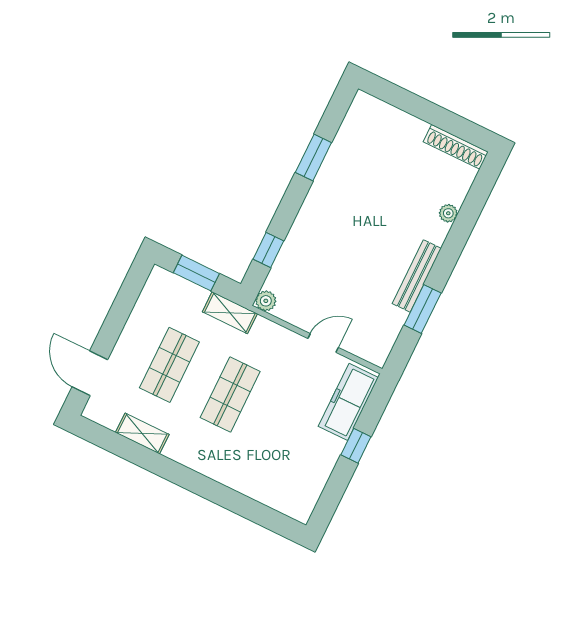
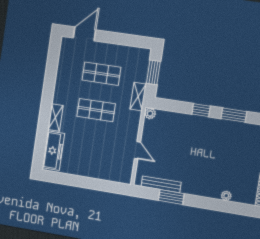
window: (268, 250) -> (201, 110), moved
bench: (417, 276) -> (161, 184), moved
freezer: (348, 402) -> (53, 151), moved, turned 90
shelving: (142, 433) -> (56, 118), moved
window: (356, 446) -> (90, 183), removed

